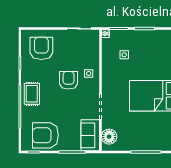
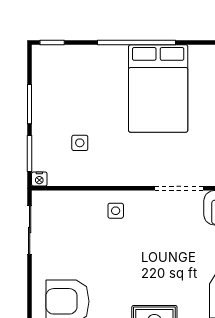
armchair: (68, 80) -> (129, 249), removed

